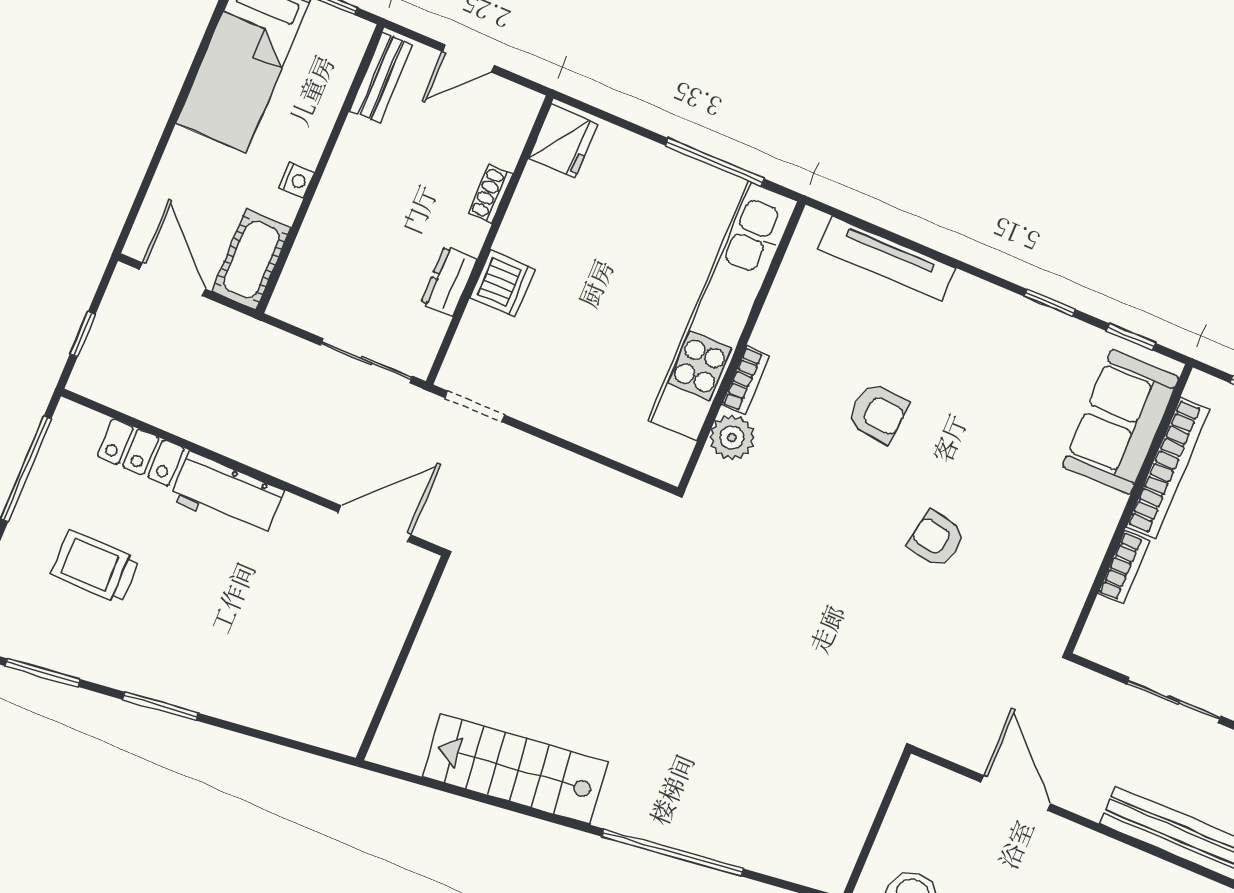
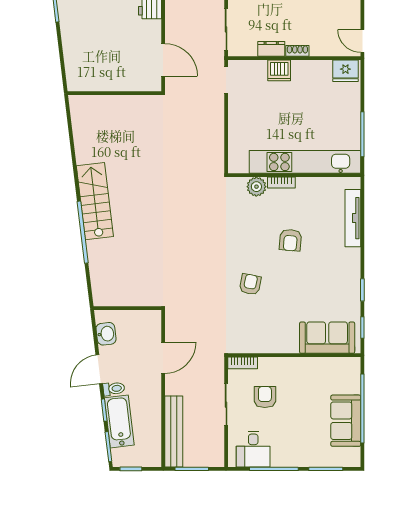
door: (468, 58) -> (362, 41), moved
shoe rack: (491, 194) -> (297, 51), moved
bookcase: (1168, 468) -> (317, 364), removed
bookcase: (1124, 567) -> (243, 363), moved
armchair: (1192, 610) -> (265, 397), added
stairs: (515, 769) -> (95, 201), moved

